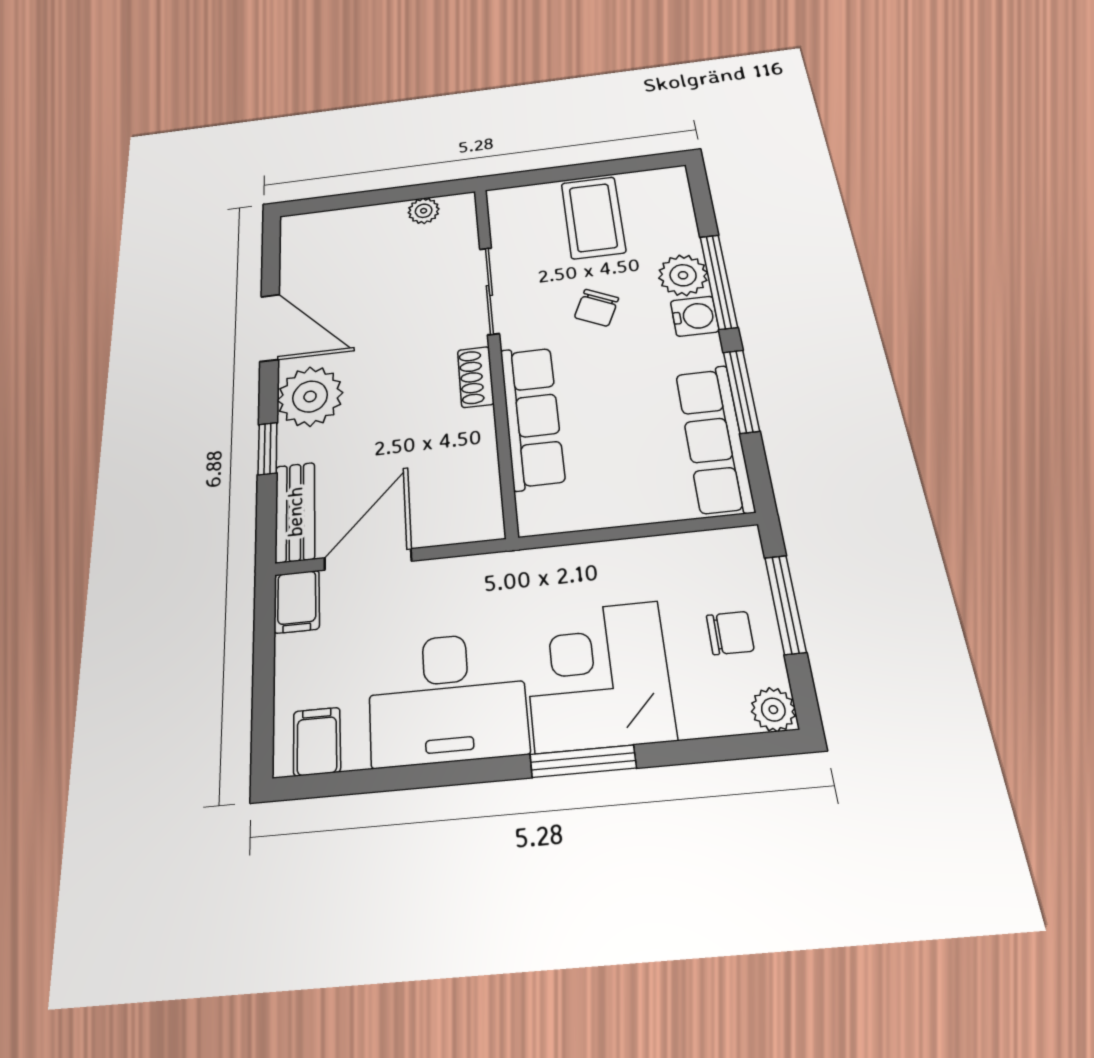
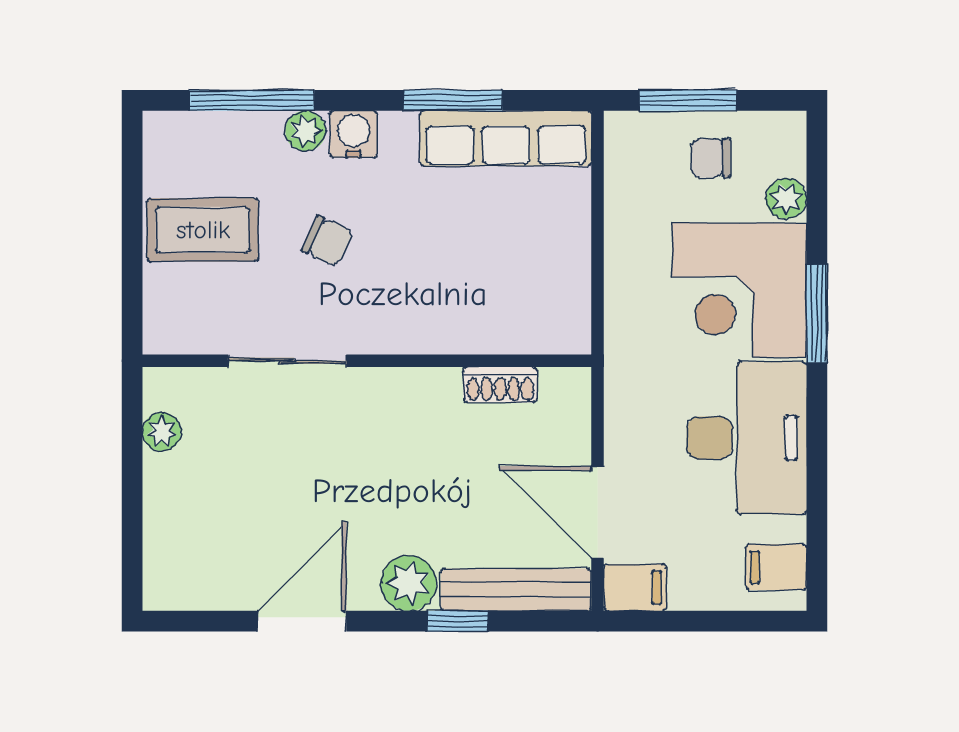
plant: (683, 275) -> (306, 131), width x0.73, depth x0.73
window: (719, 281) -> (252, 100), moved
shoe rack: (476, 377) -> (500, 385), moved
plant: (310, 396) -> (409, 583), width x0.73, depth x0.73
row of seats: (532, 416) -> (454, 327), removed
bench: (295, 512) -> (516, 590), width x1.36
chair: (730, 633) -> (711, 158), turned -90
plant: (773, 710) -> (786, 199), moved

